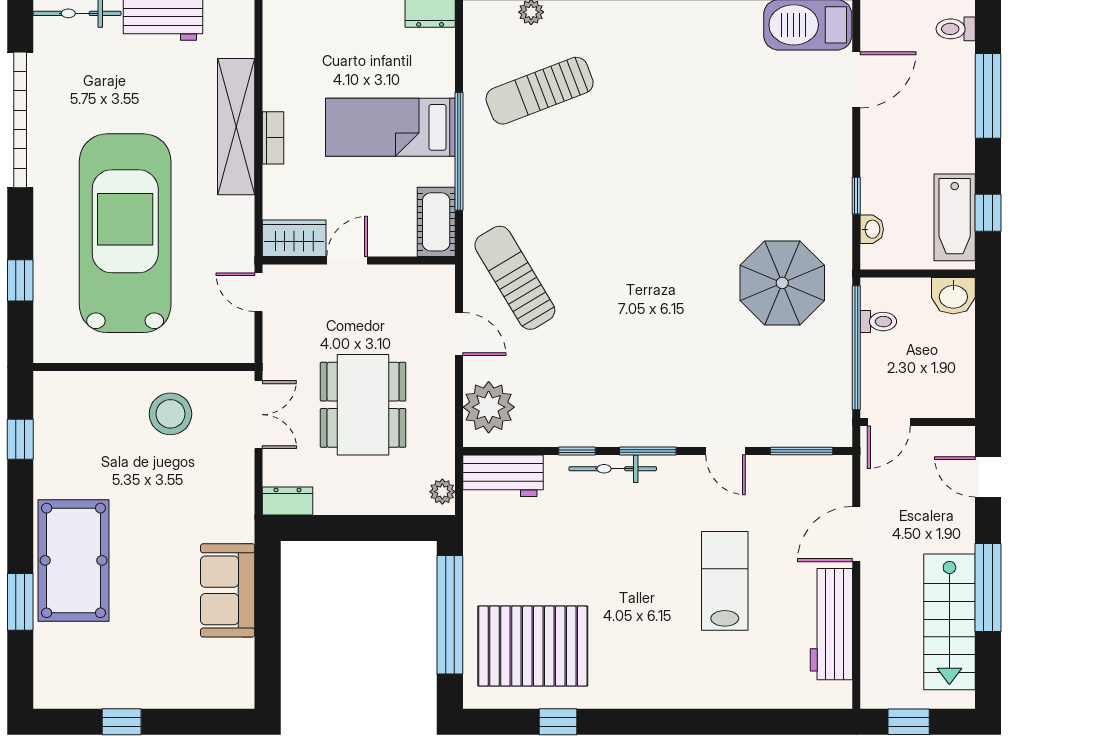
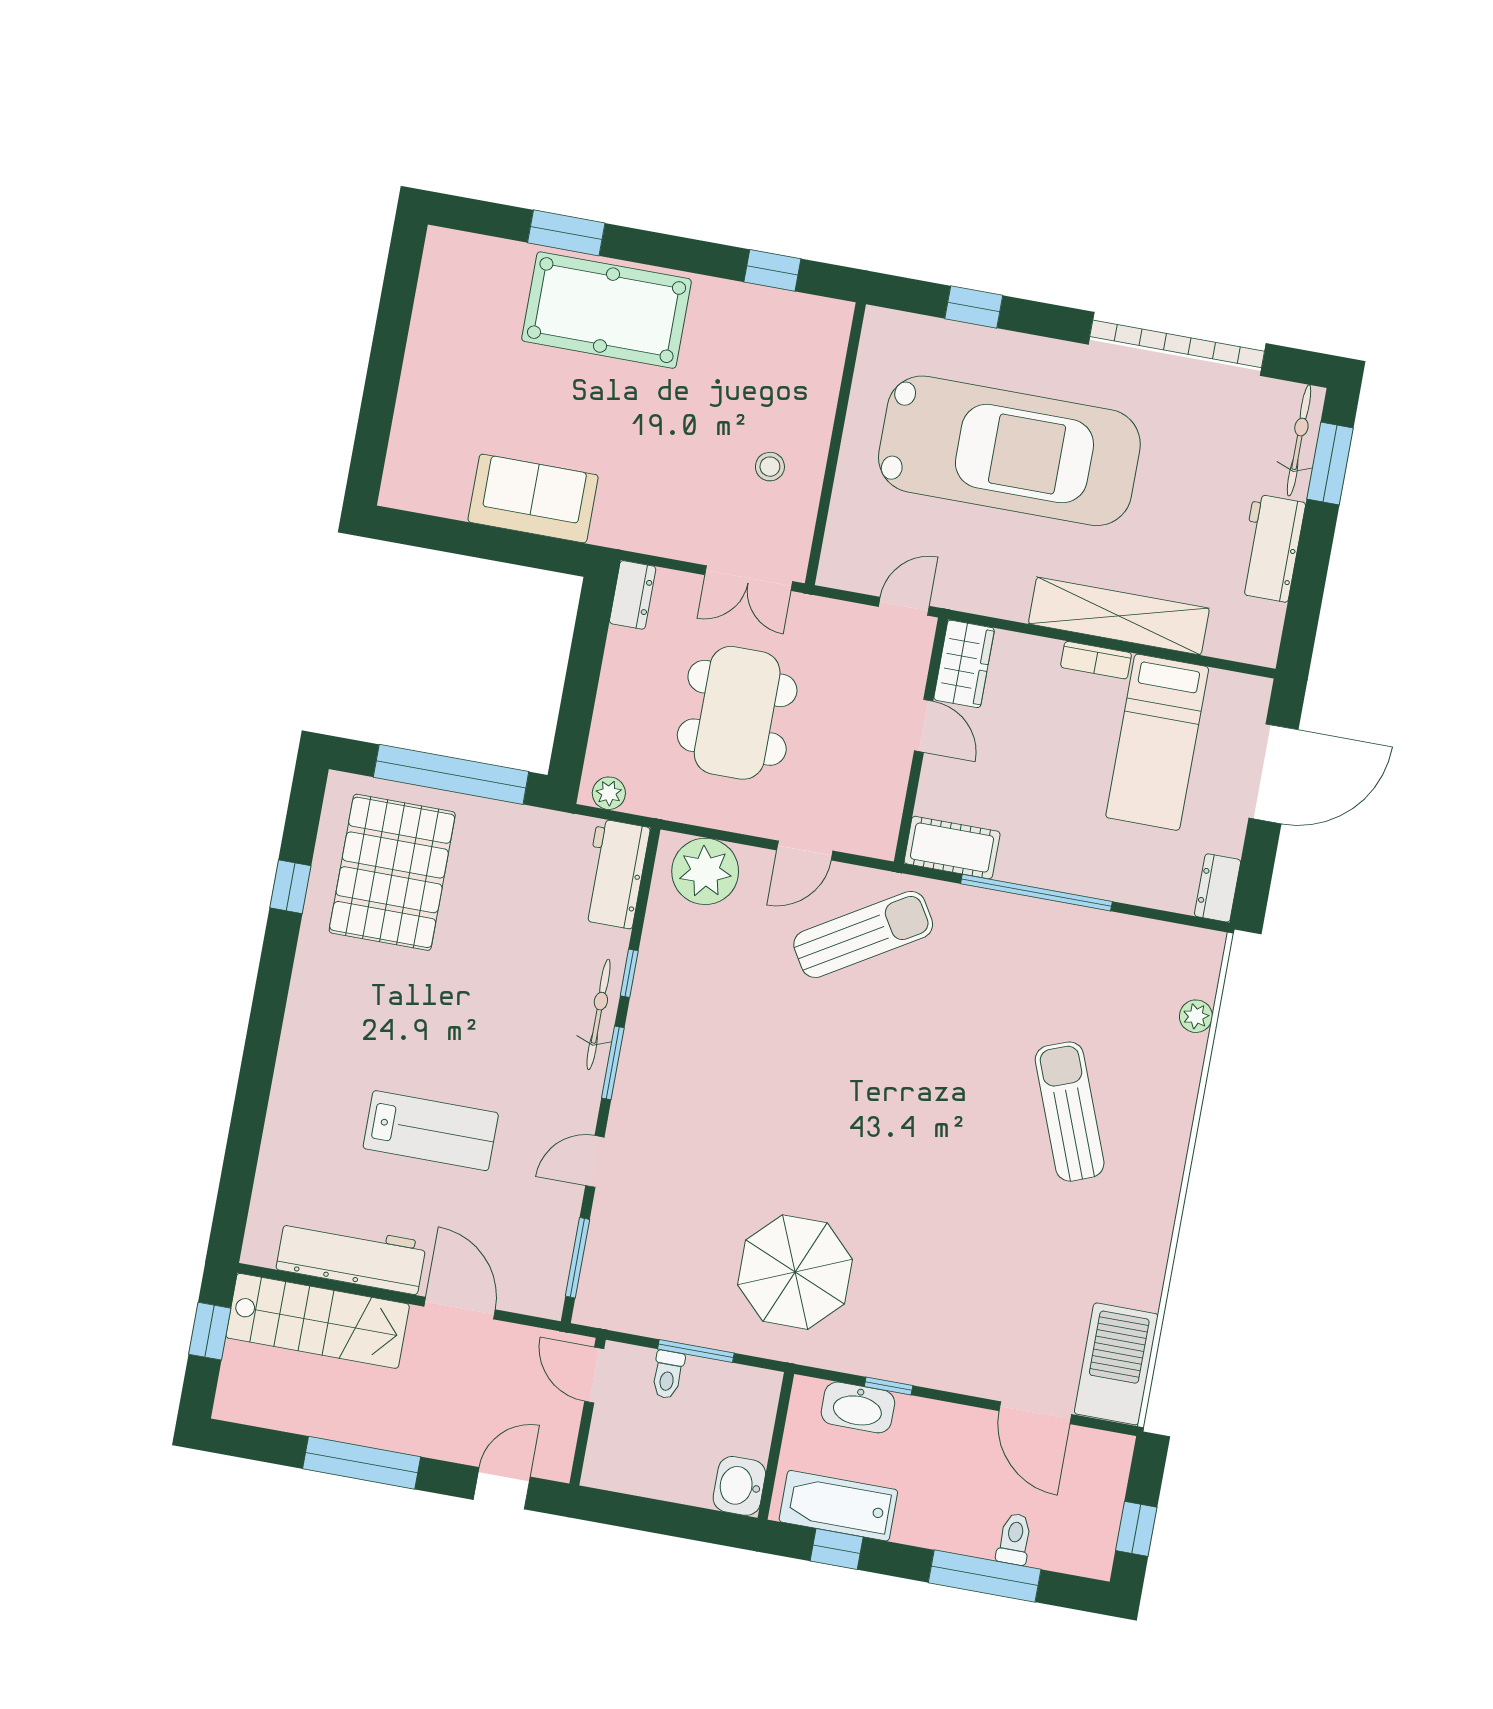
toilet: (956, 29) -> (1014, 1539), moved
sun lounger: (540, 91) -> (1070, 1112), moved
bed: (390, 127) -> (1157, 742), moved, turned 180
washbasin: (872, 229) -> (858, 1407), width x1.91, depth x1.45
toilet: (878, 322) -> (668, 1375), moved
window: (856, 348) -> (696, 1351), width x0.47
dining table: (363, 405) -> (737, 713), turned 90
stool: (170, 414) -> (770, 467), width x0.53, depth x0.53
stairs: (949, 622) -> (318, 1321), moved, turned 180
window: (122, 722) -> (391, 334), removed

